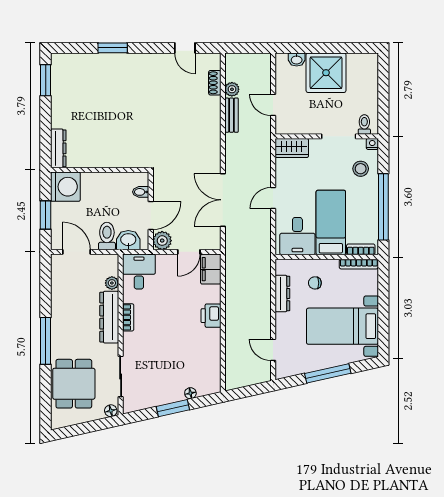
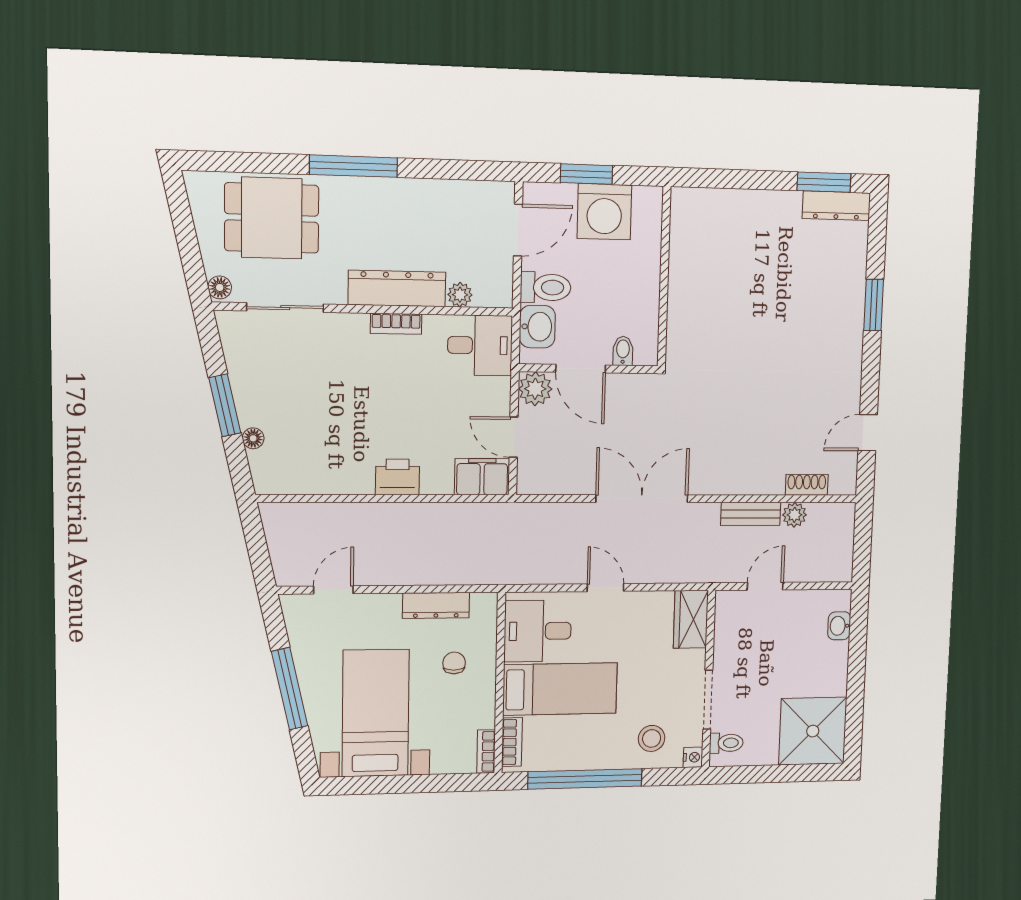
shower: (326, 73) -> (813, 731), moved
dresser: (58, 148) -> (836, 206), moved
washing machine: (65, 187) -> (604, 212), moved
double door: (223, 200) -> (642, 499), moved
bookcase: (359, 264) -> (486, 751), width x0.64

